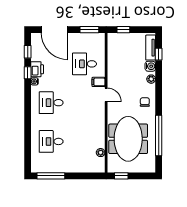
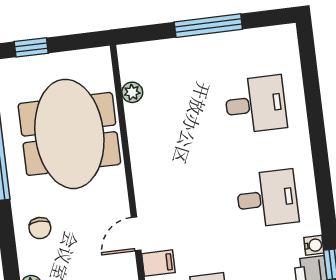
door: (106, 95) -> (136, 234), hinge flipped
window: (51, 176) -> (208, 26), moved
window: (121, 176) -> (31, 47), moved

